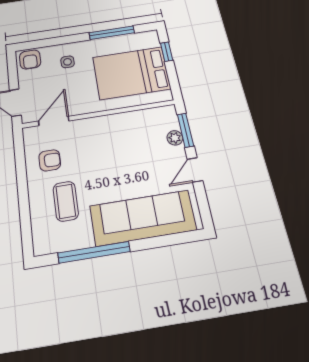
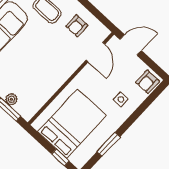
window: (112, 33) -> (108, 144), width x0.69
armchair: (30, 59) -> (148, 82), turned -90

